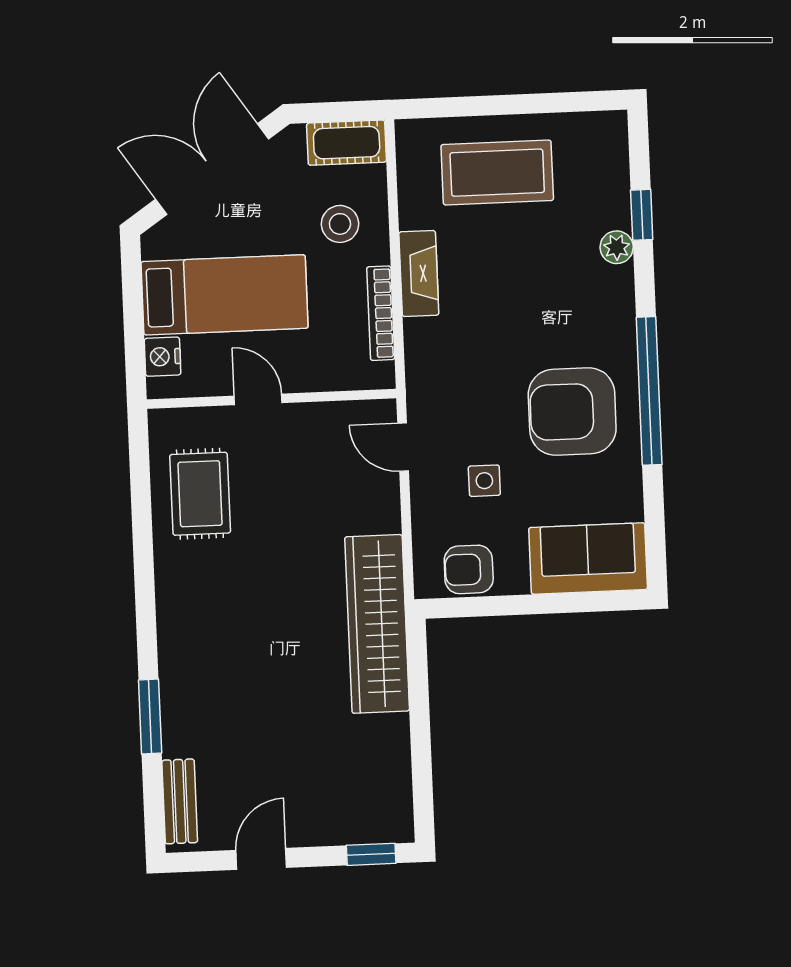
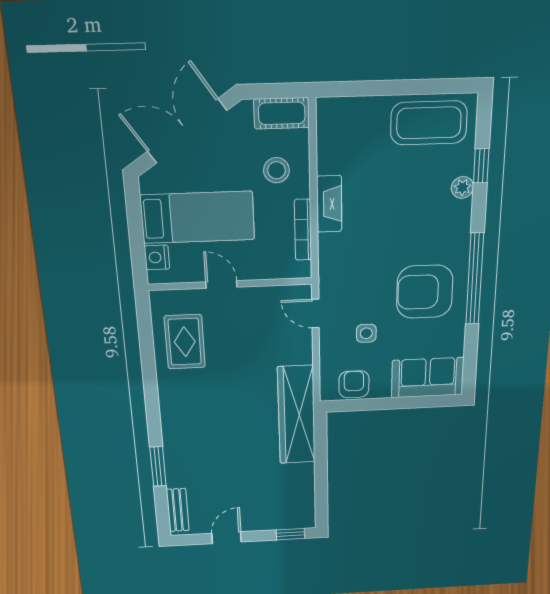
coffee table: (497, 173) -> (429, 123), moved
armchair: (469, 569) -> (354, 384), turned 90

